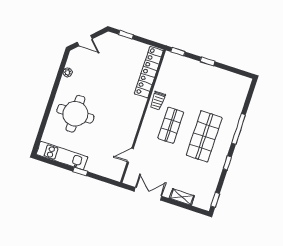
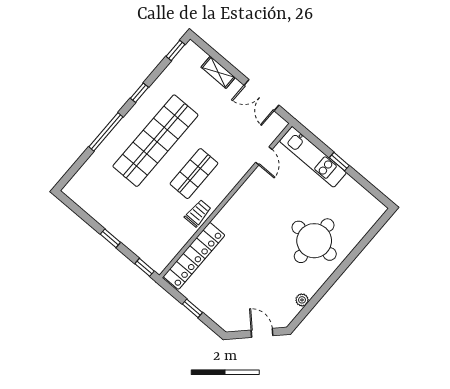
window: (126, 35) -> (192, 308), moved
shop shelf: (204, 136) -> (155, 141), width x1.40
door: (130, 155) -> (264, 156), hinge flipped
kitchen unit: (62, 156) -> (313, 157), moved

